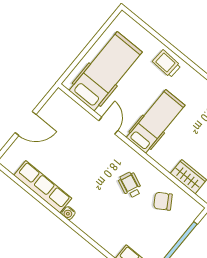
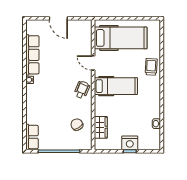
door: (108, 126) -> (93, 63), swing flipped
wheelchair: (130, 185) -> (82, 90), moved

